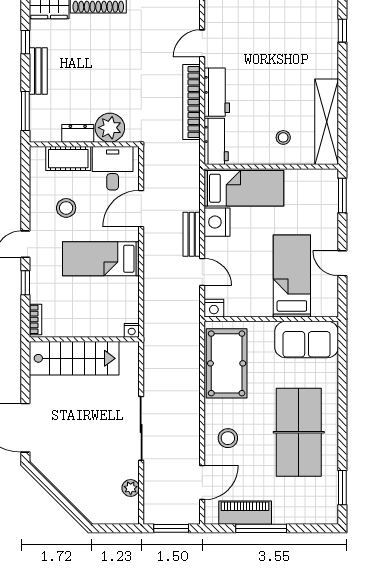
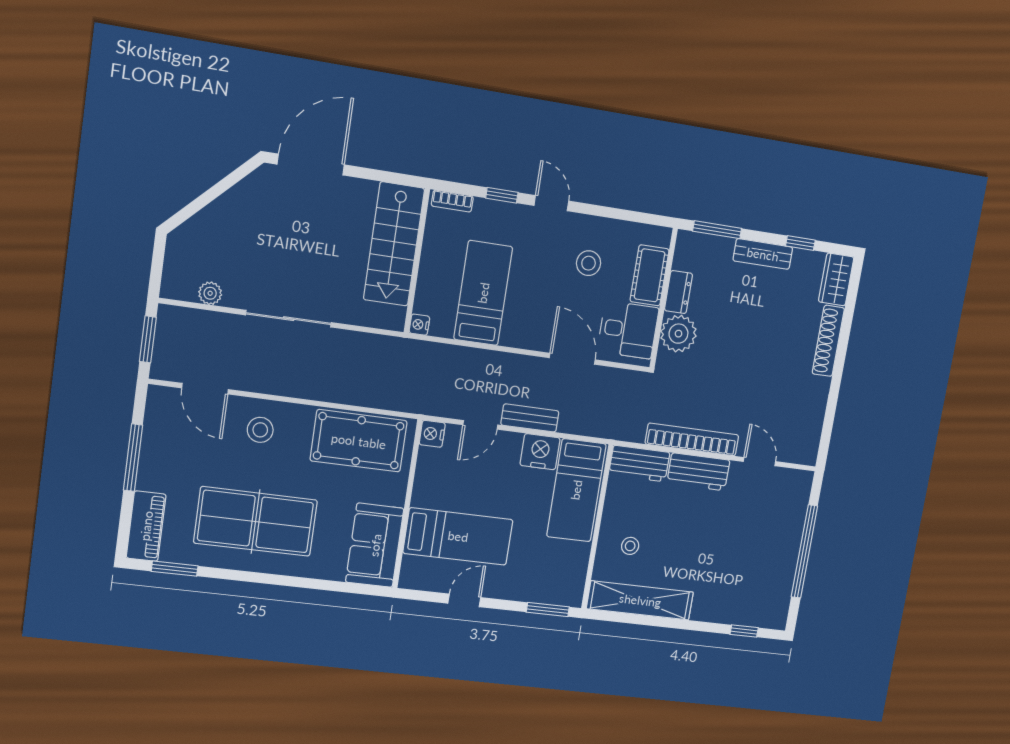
bed: (101, 259) -> (483, 293), moved
piano: (245, 513) -> (146, 526), moved

